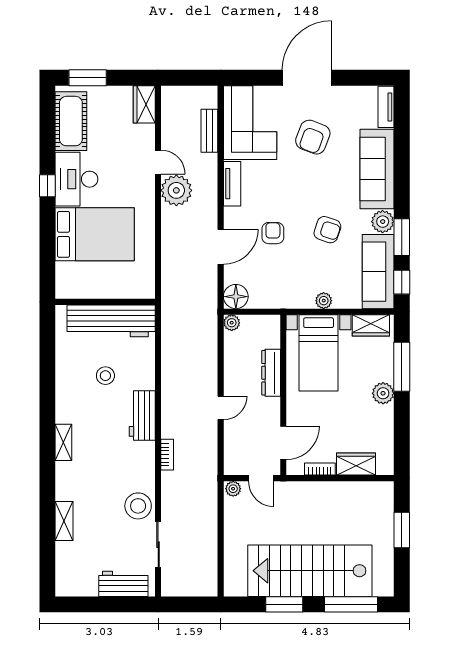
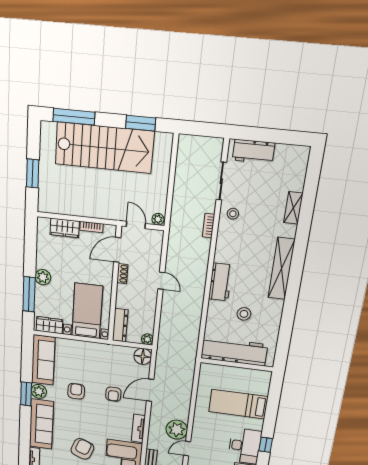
door: (158, 162) -> (187, 449), hinge flipped
armchair: (327, 230) -> (76, 391), turned 71
bed: (95, 234) -> (238, 404), width x0.67
window: (402, 237) -> (26, 394), moved
window: (402, 282) -> (27, 351), removed
plant: (324, 301) -> (81, 346), removed
dresser: (271, 373) -> (120, 325), moved
door: (221, 408) -> (161, 281), swing flipped
shoe rack: (274, 411) -> (122, 274), added
shelving: (63, 442) -> (281, 269), width x2.20, depth x1.33
bookcase: (167, 455) -> (208, 226), moved
stool: (138, 506) -> (233, 214), width x0.53, depth x0.53
window: (284, 604) -> (141, 123), moved

